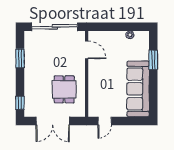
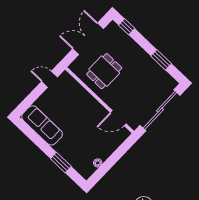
dining table: (64, 89) -> (104, 71), turned 90
sofa: (138, 89) -> (42, 125), width x0.74, depth x0.79
door: (105, 121) -> (49, 79), hinge flipped

